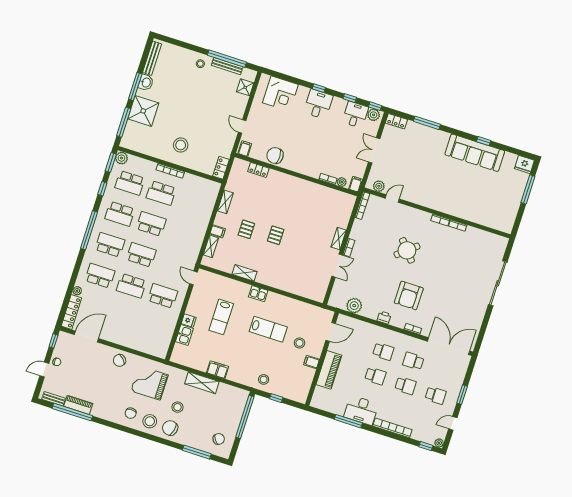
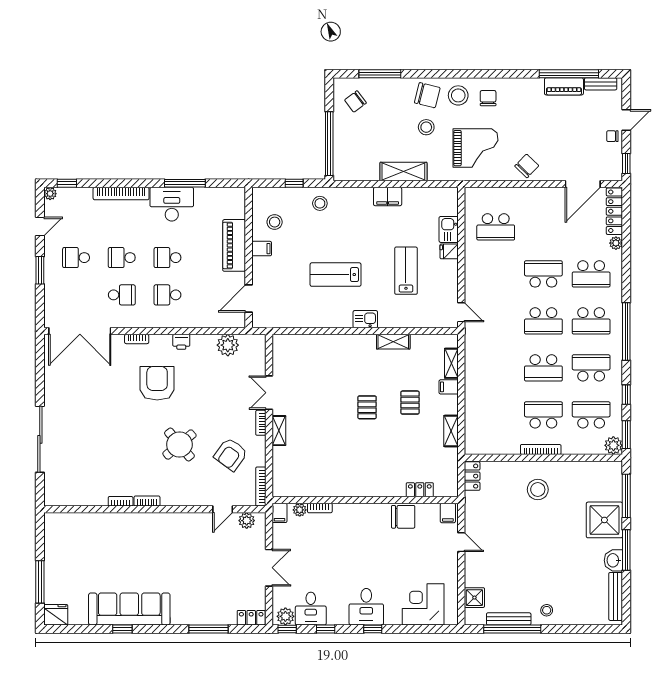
armchair: (375, 233) -> (231, 454), added
school desk: (163, 296) -> (496, 227), moved
stool: (299, 343) -> (275, 222), moved

